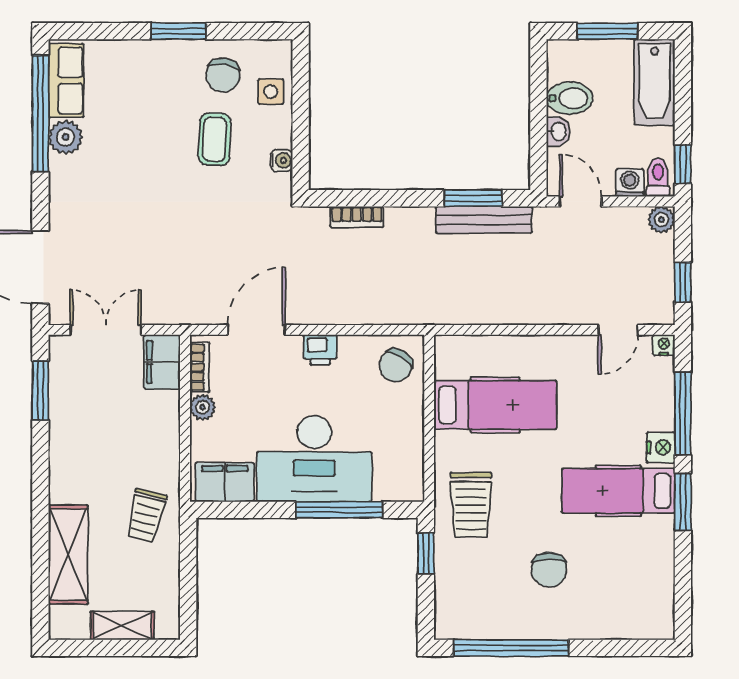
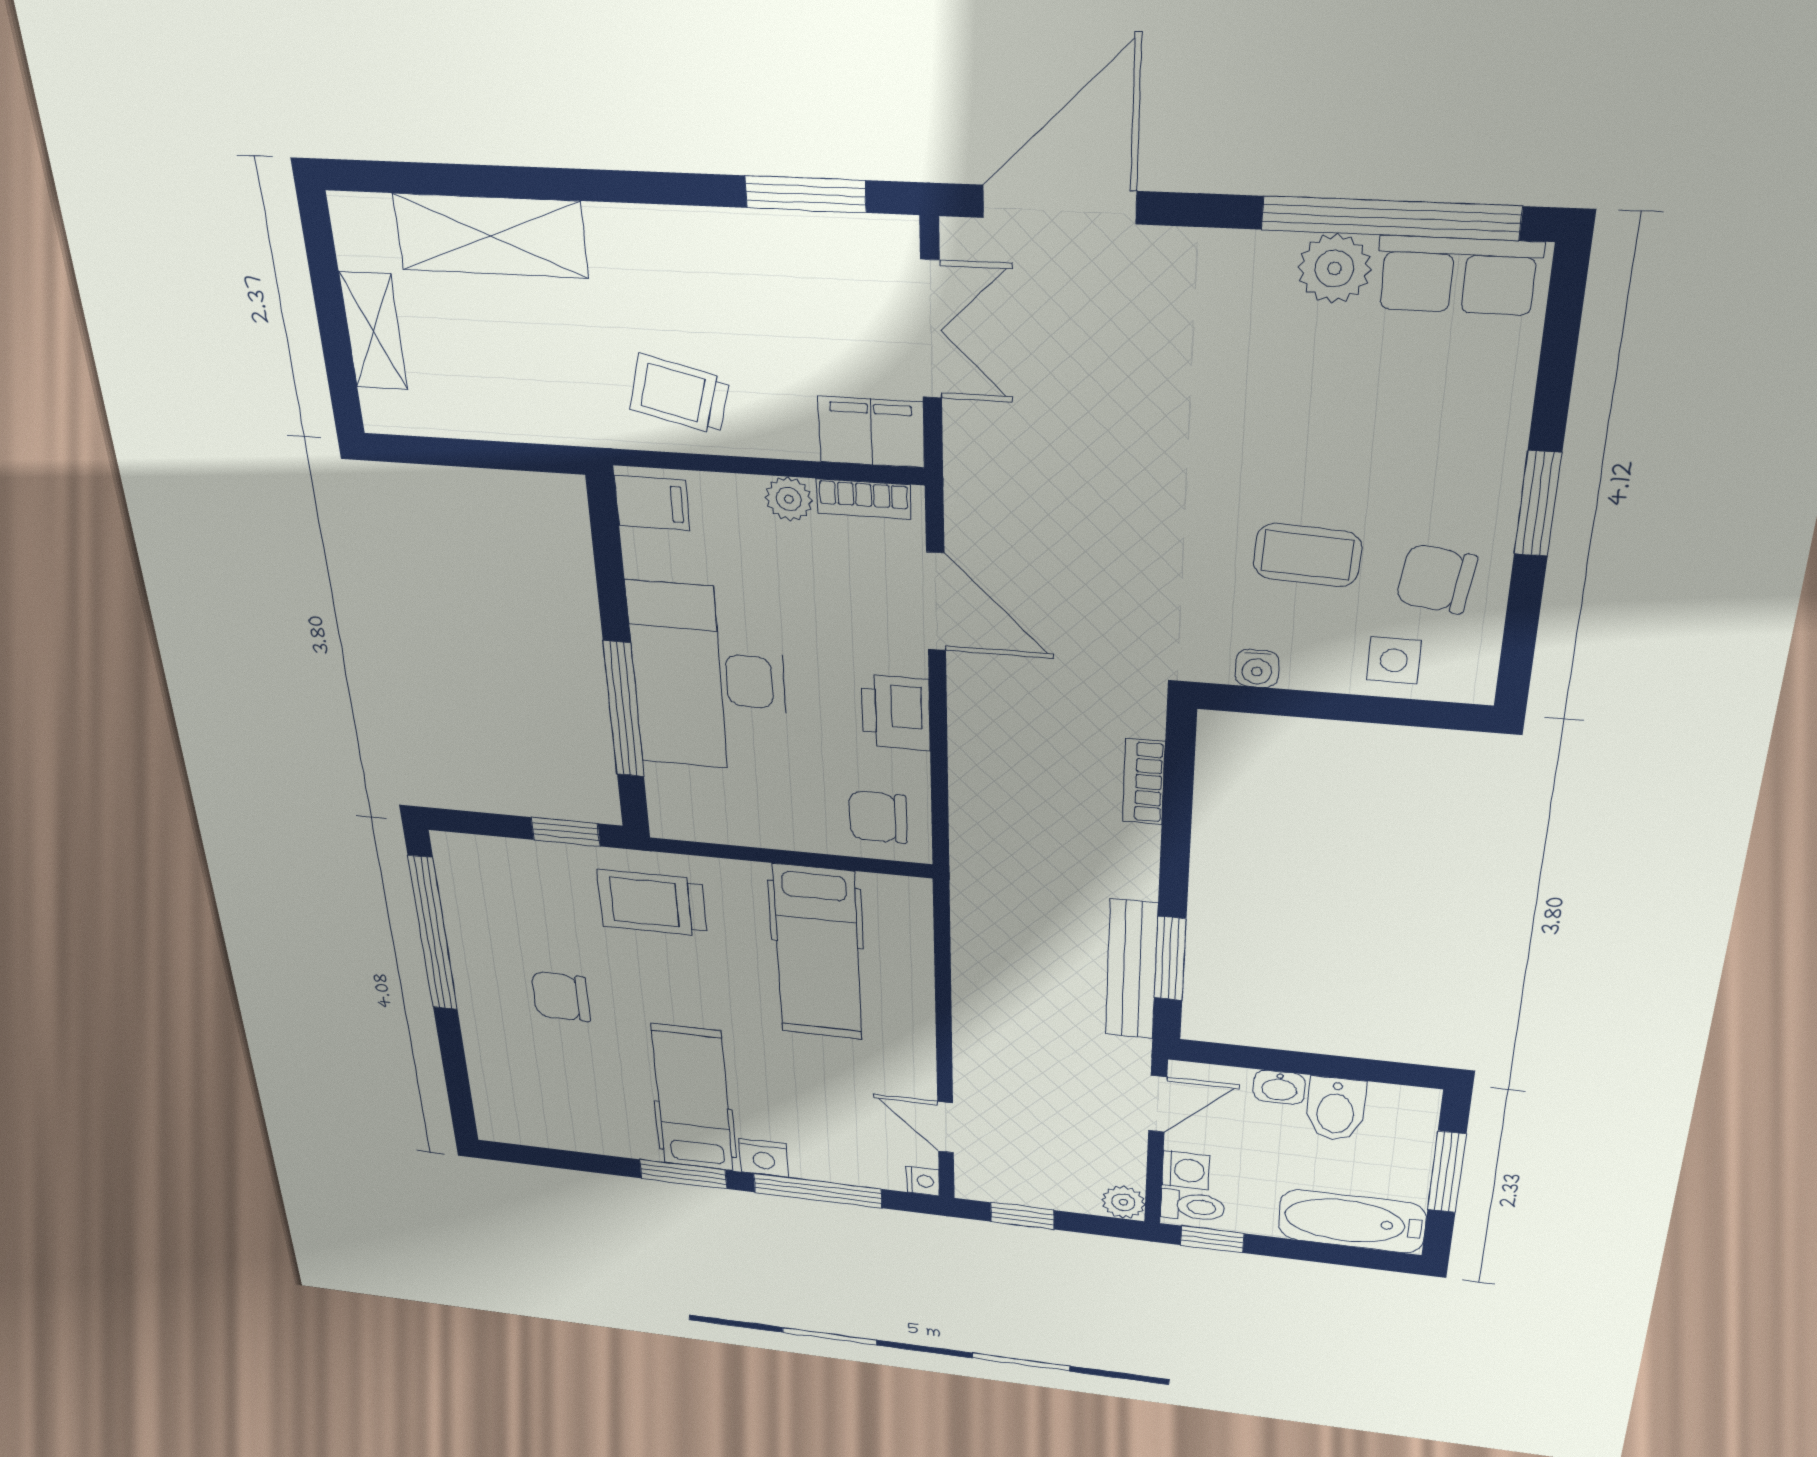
printer: (320, 350) -> (896, 712), width x1.36, depth x1.24
chair: (396, 365) -> (878, 817), turned -32
filing cabinet: (225, 482) -> (652, 503), width x0.50
trolley: (146, 516) -> (679, 394), moved

